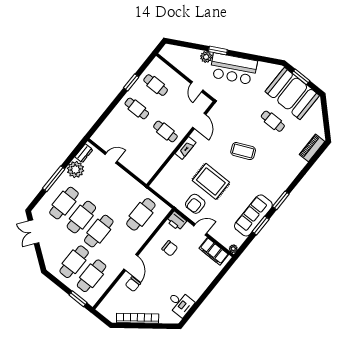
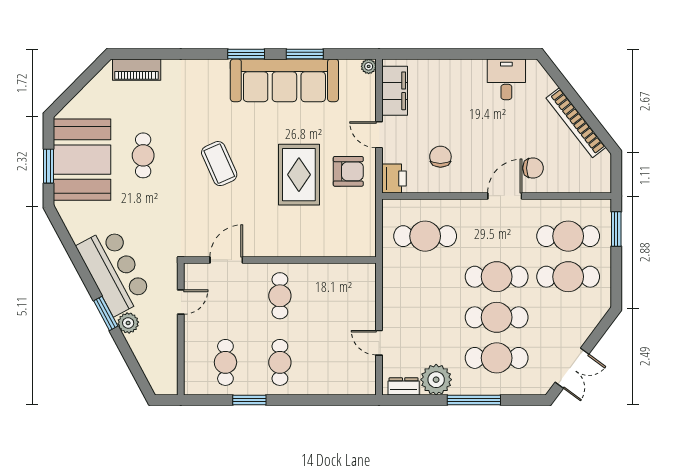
fireplace: (185, 148) -> (281, 249), removed
sofa: (253, 215) -> (284, 80), width x1.36, depth x1.27

